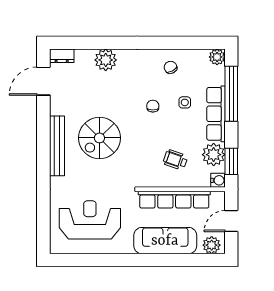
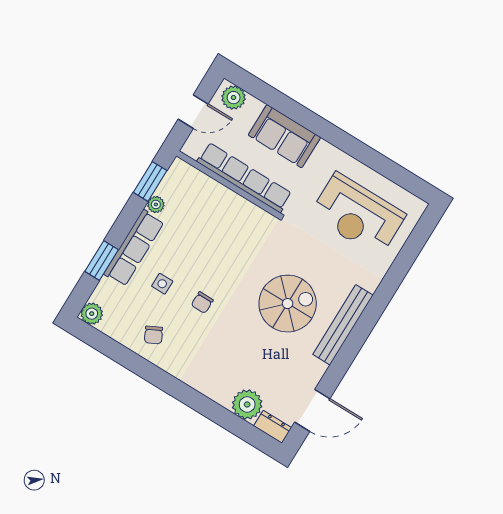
plant: (106, 60) -> (247, 404), moved
window: (231, 94) -> (102, 260), width x0.47
plant: (214, 155) -> (156, 204), width x0.53, depth x0.53
wheelchair: (175, 160) -> (215, 223), removed
water cooler: (218, 180) -> (179, 169), removed
sofa: (165, 241) -> (284, 136), width x0.73

